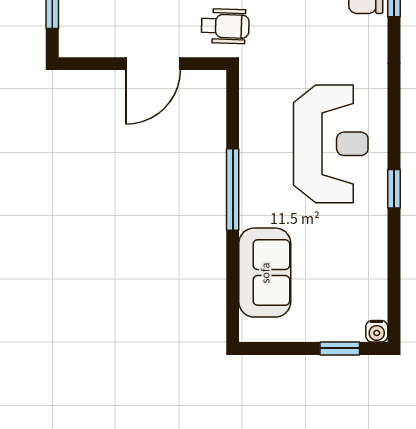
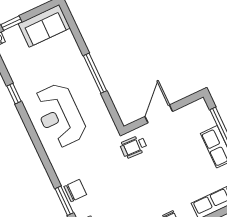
window: (394, 189) -> (14, 94), moved
sofa: (265, 273) -> (44, 26), moved, turned -90

